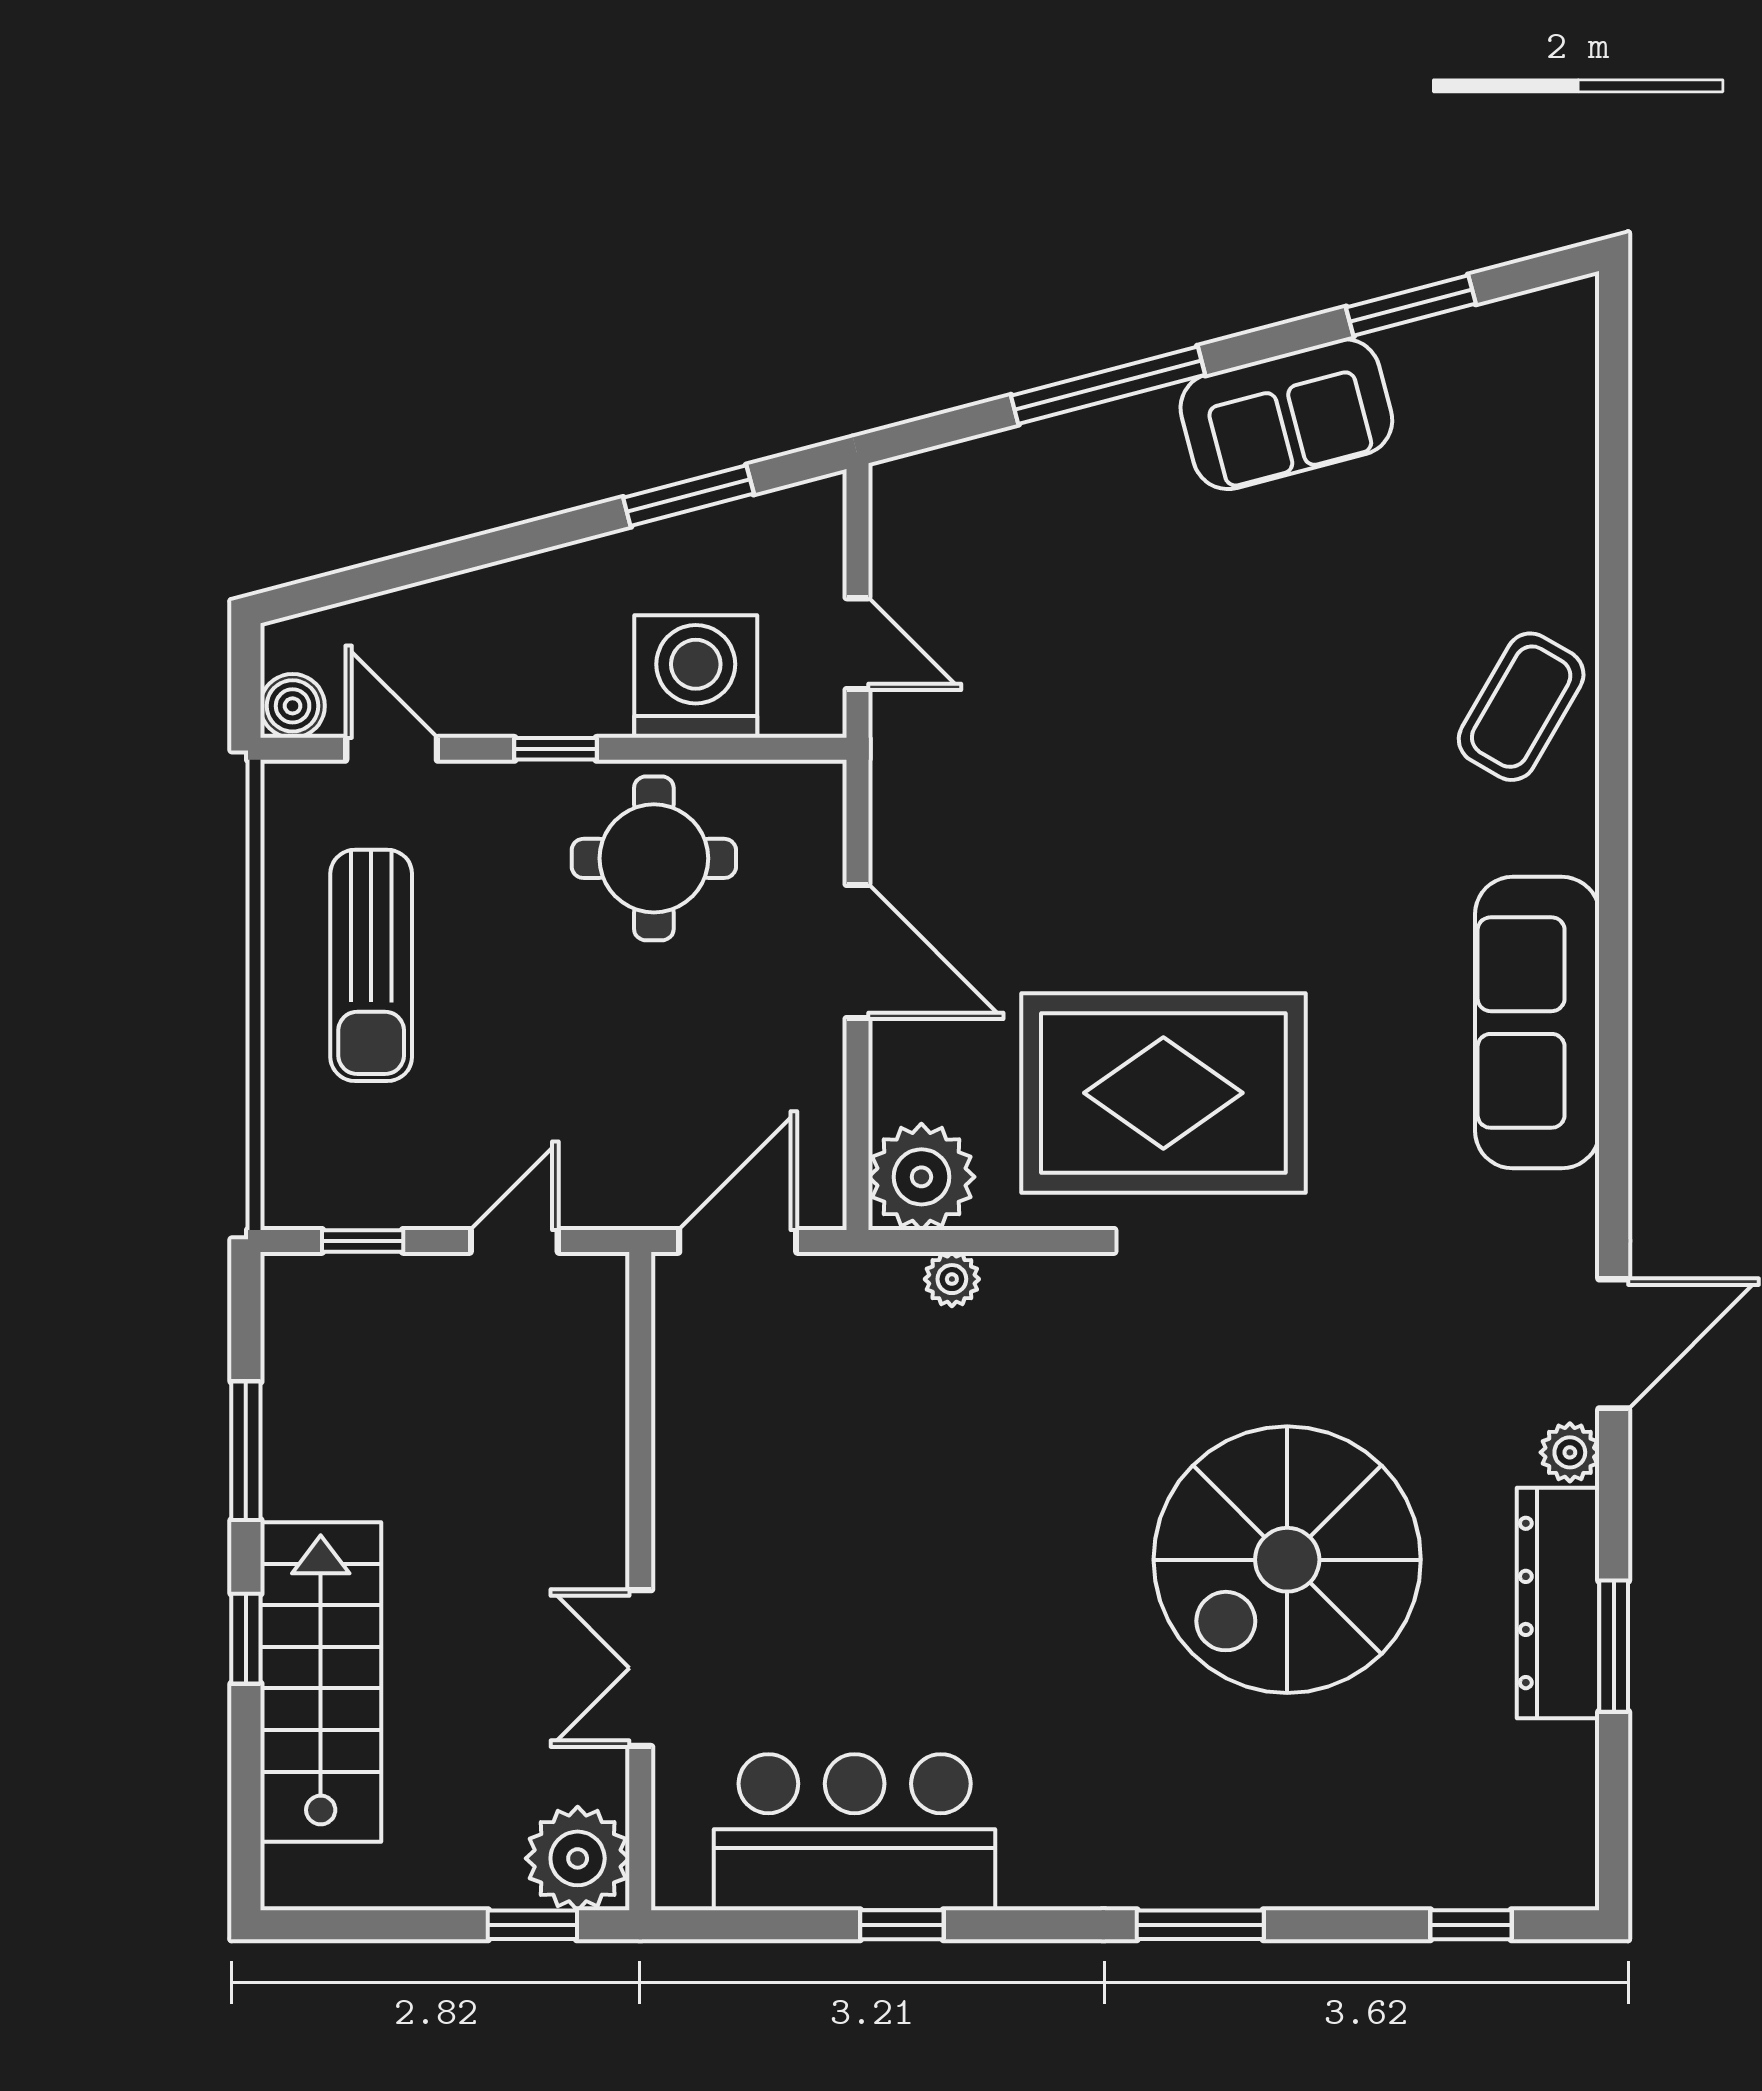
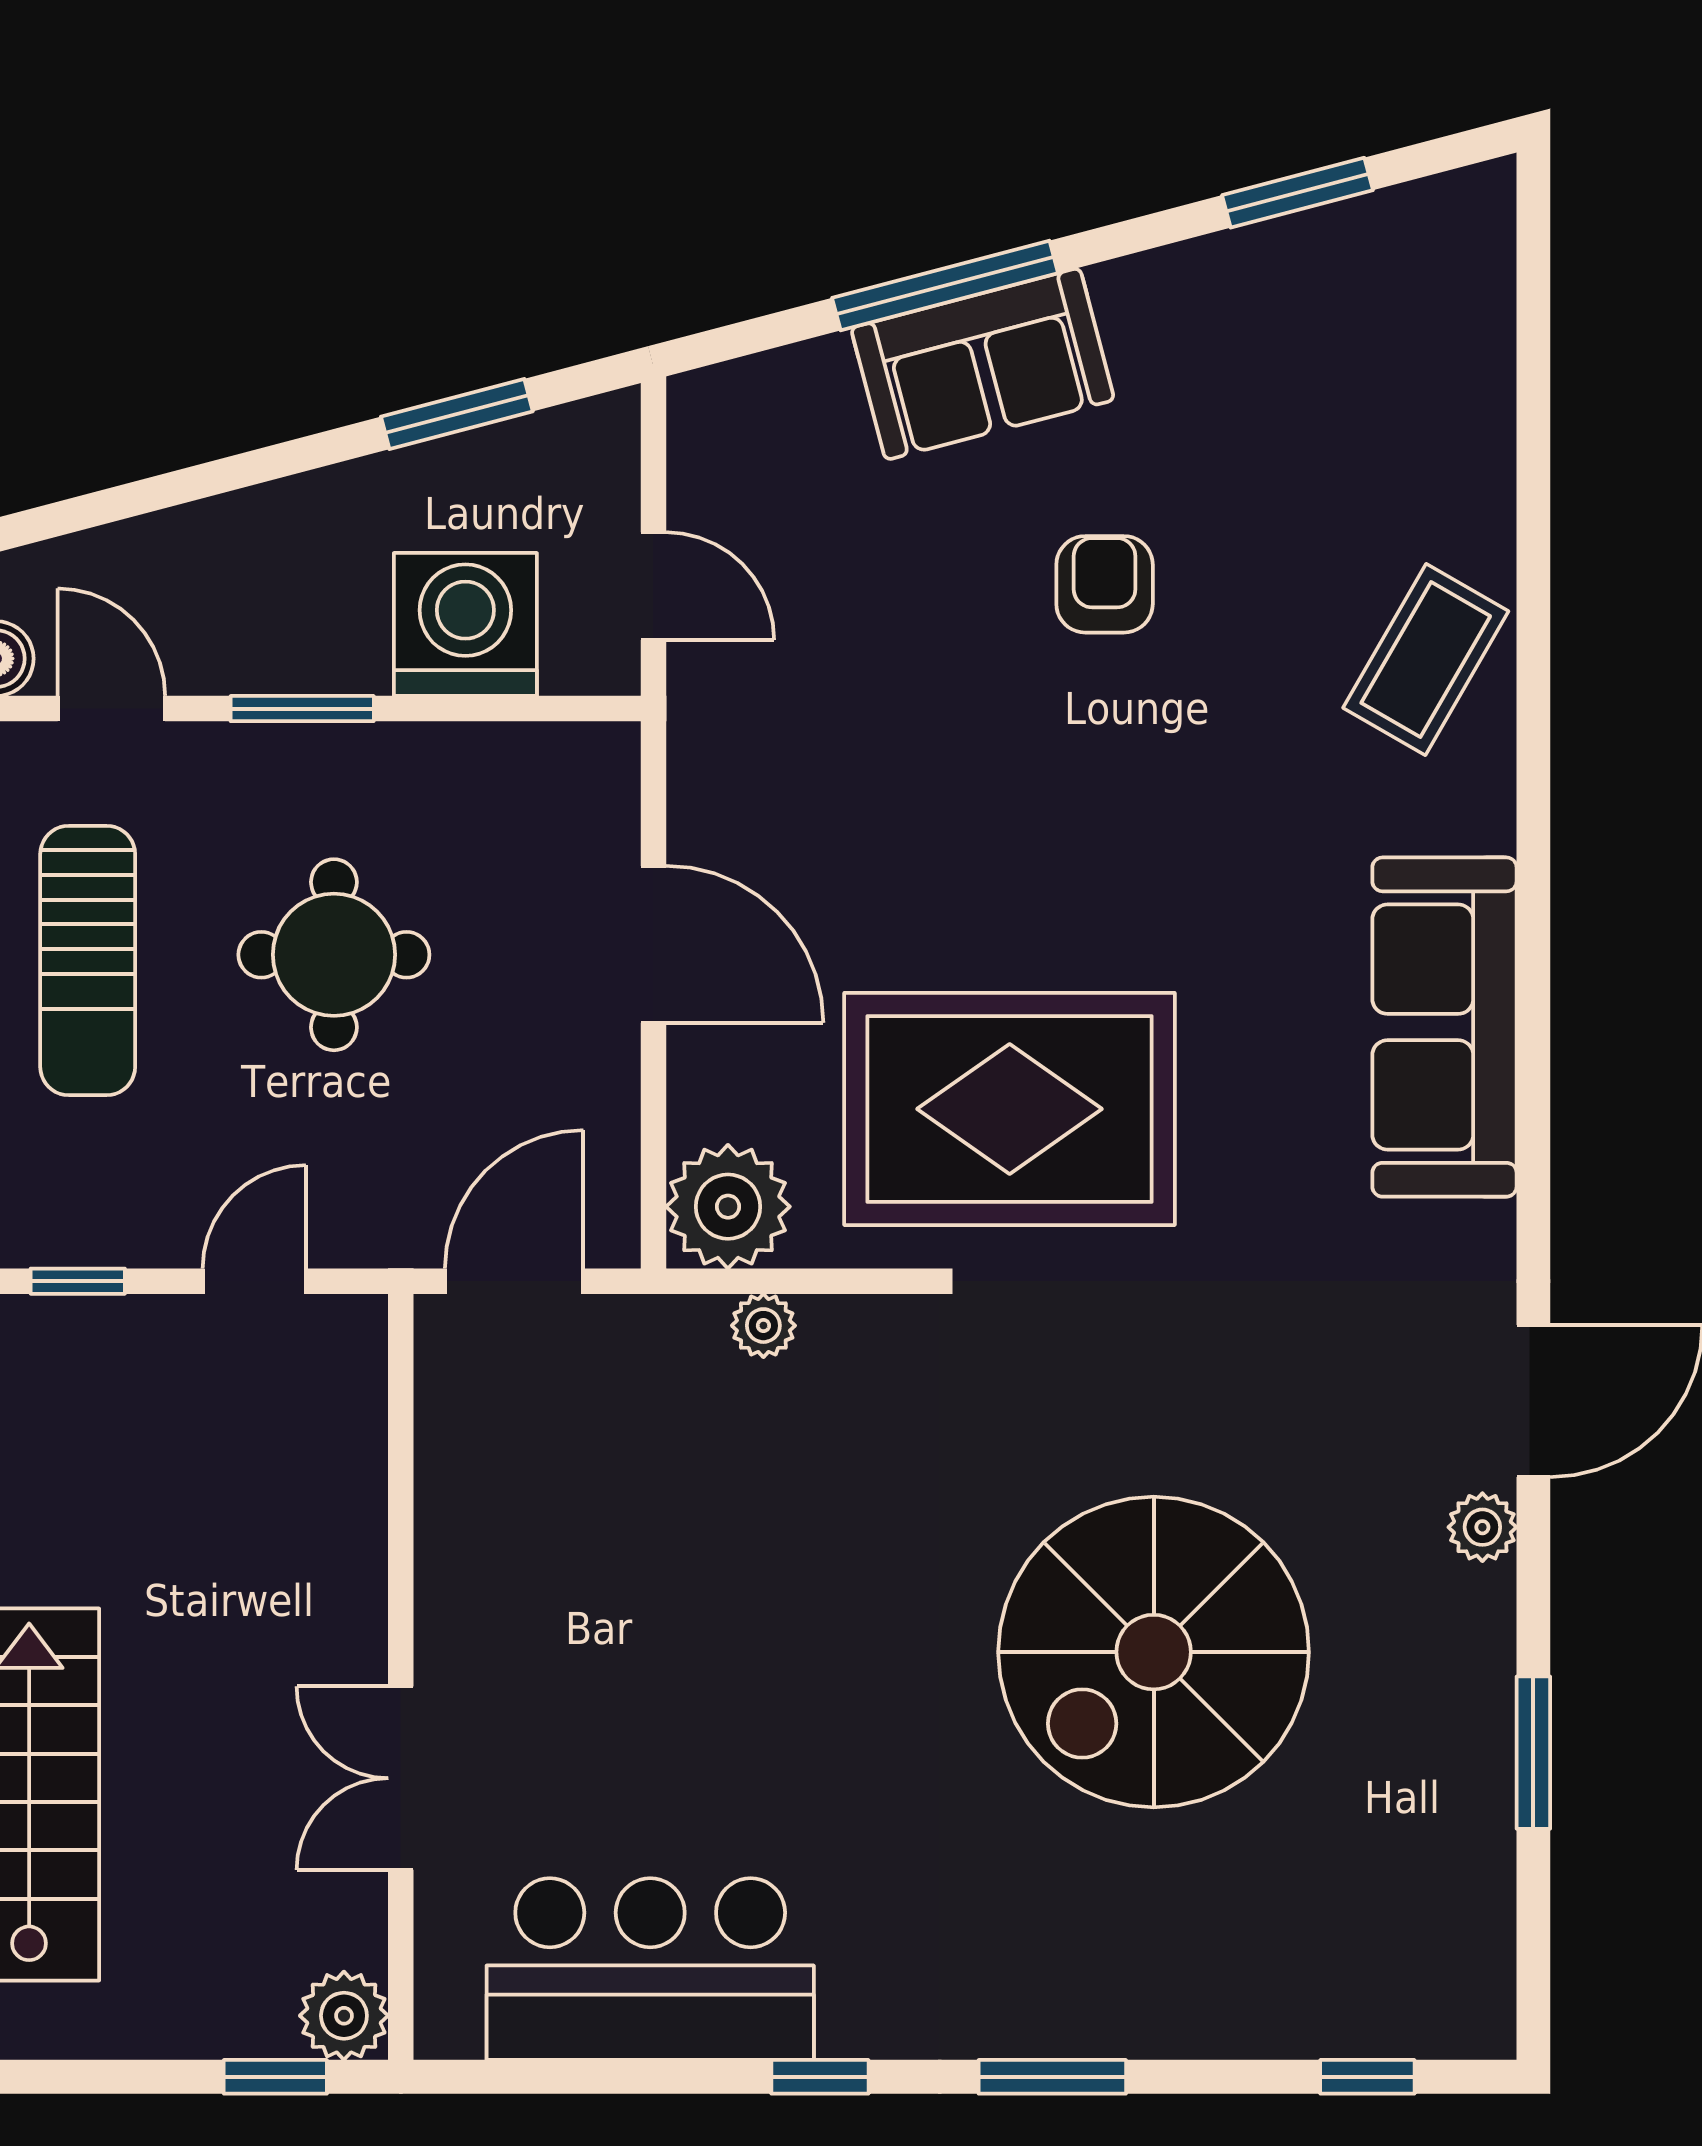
sofa: (1286, 414) -> (983, 364), moved
armchair: (1245, 642) -> (1105, 584), added
window: (556, 749) -> (302, 709), width x1.50
round table: (654, 858) -> (334, 955), moved
dresser: (1558, 1603) -> (1469, 1702), removed
plant: (578, 1858) -> (344, 2016), width x0.73, depth x0.73
window: (902, 1925) -> (820, 2077), moved

